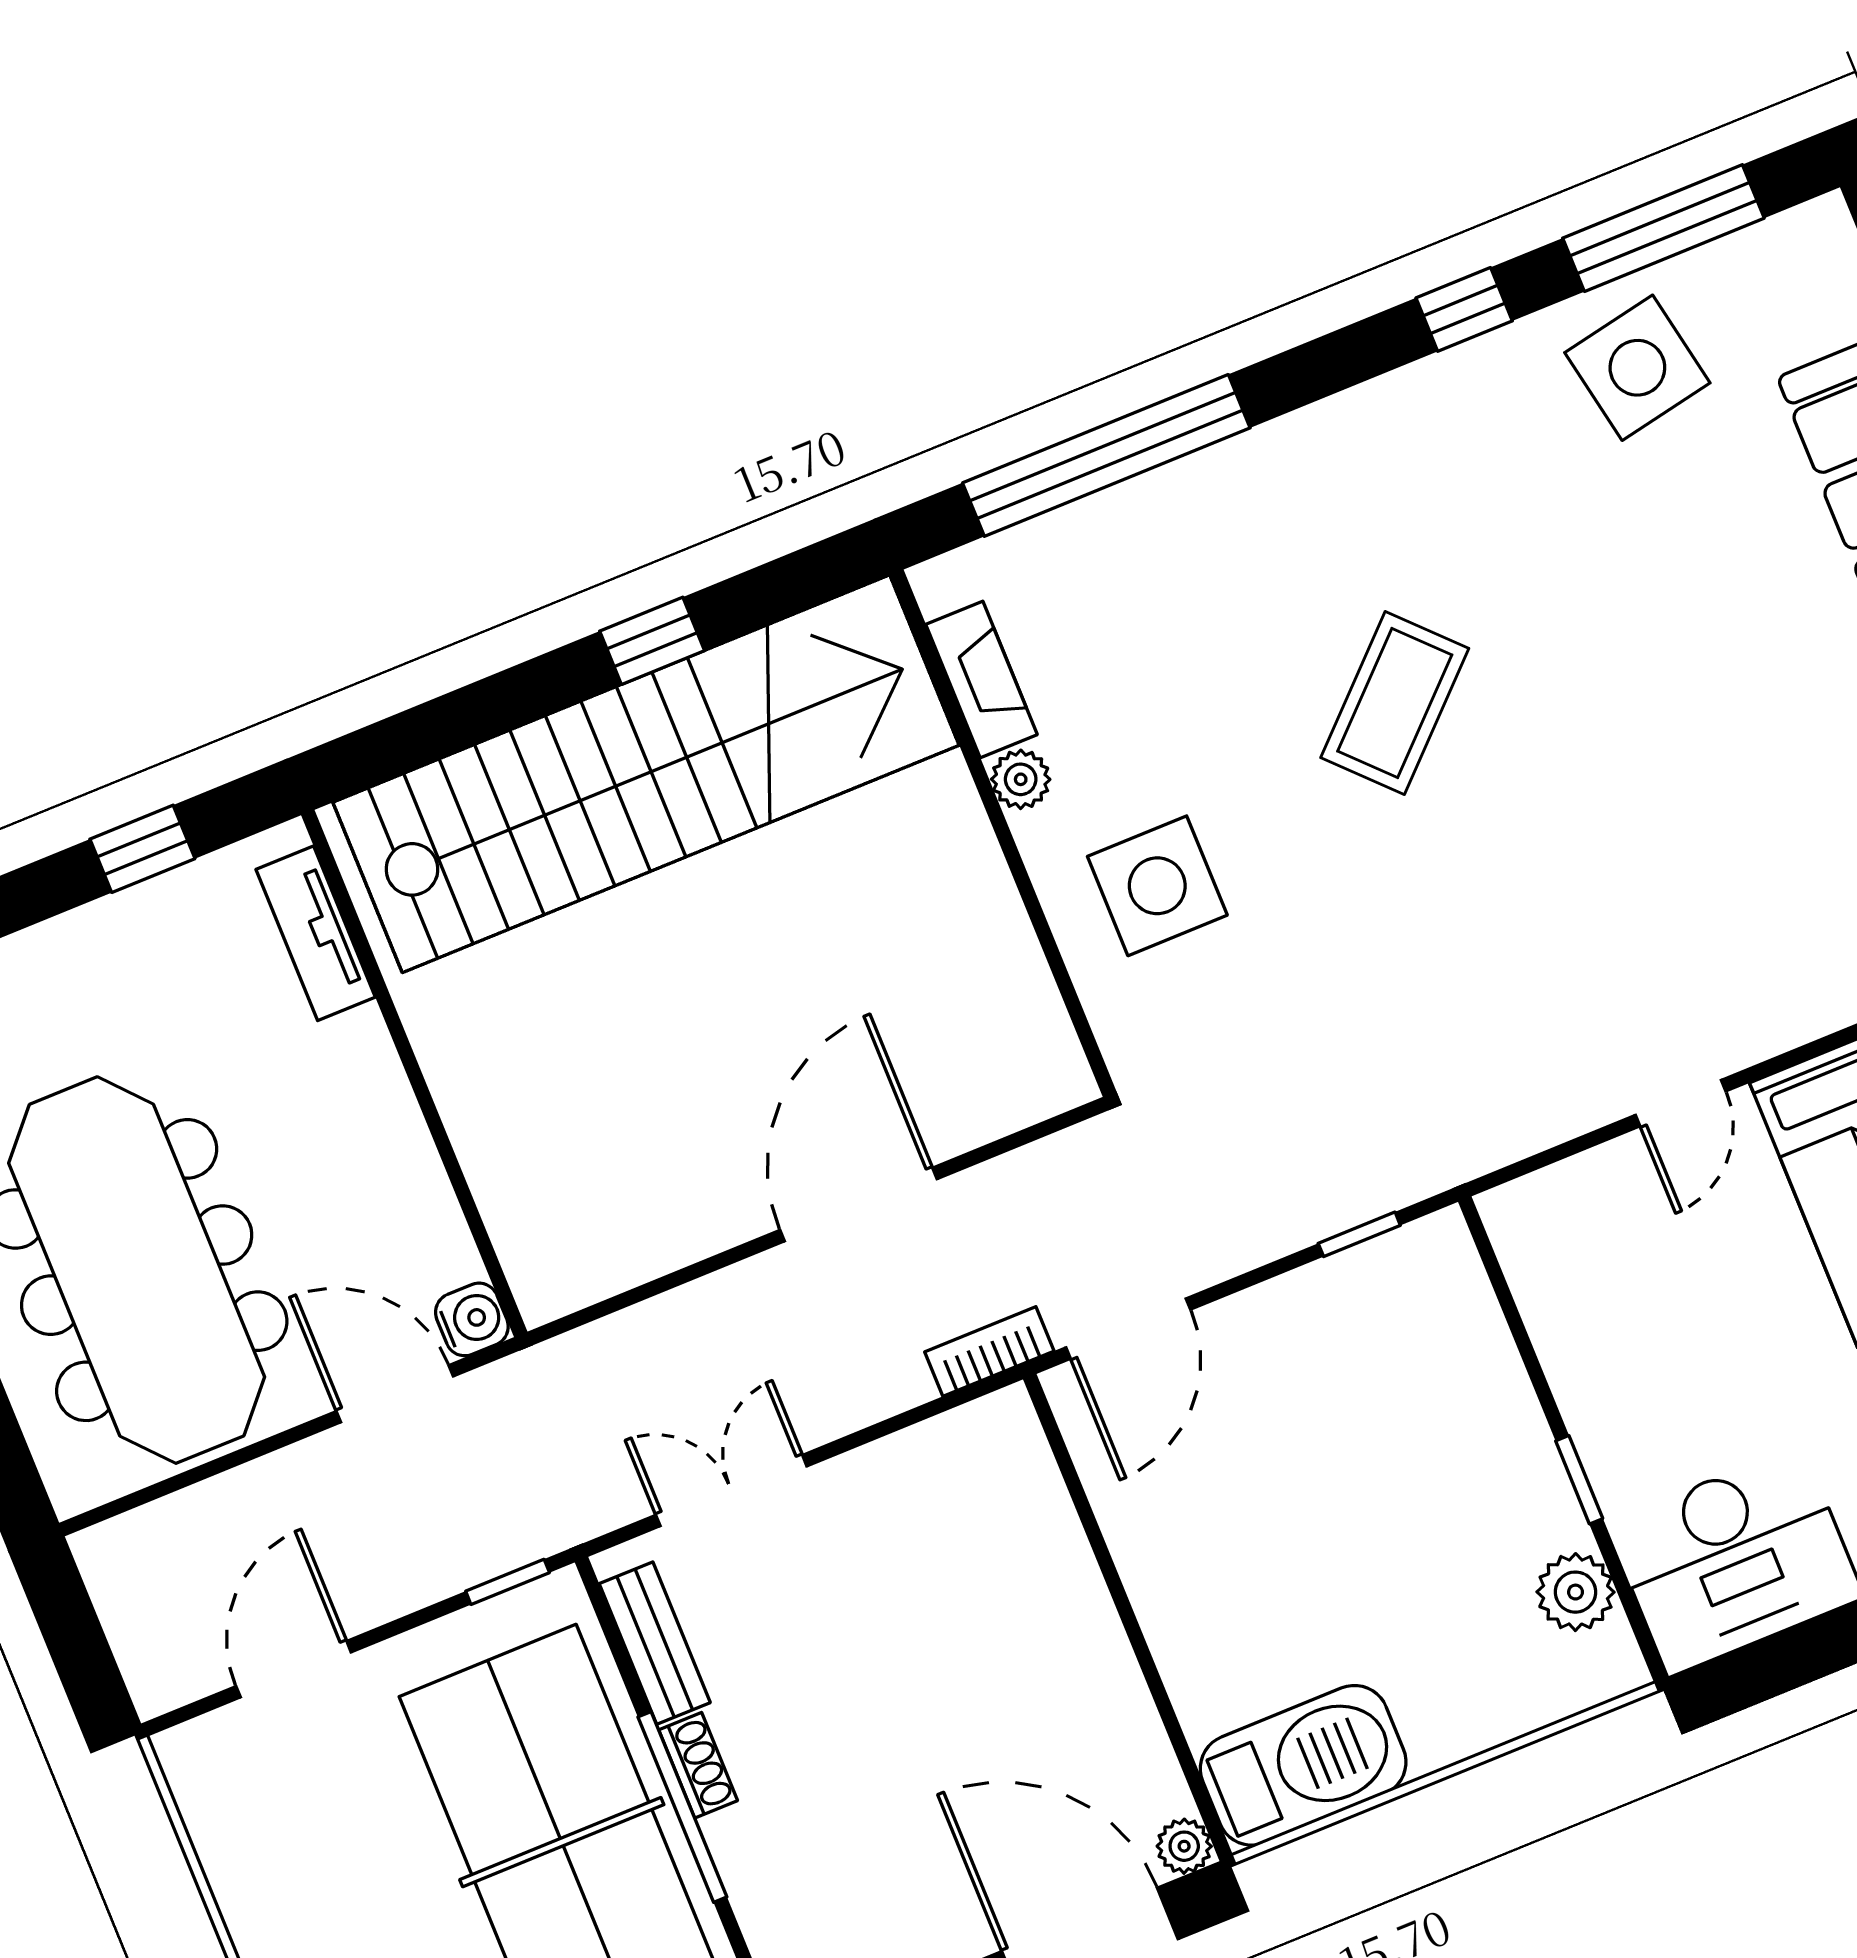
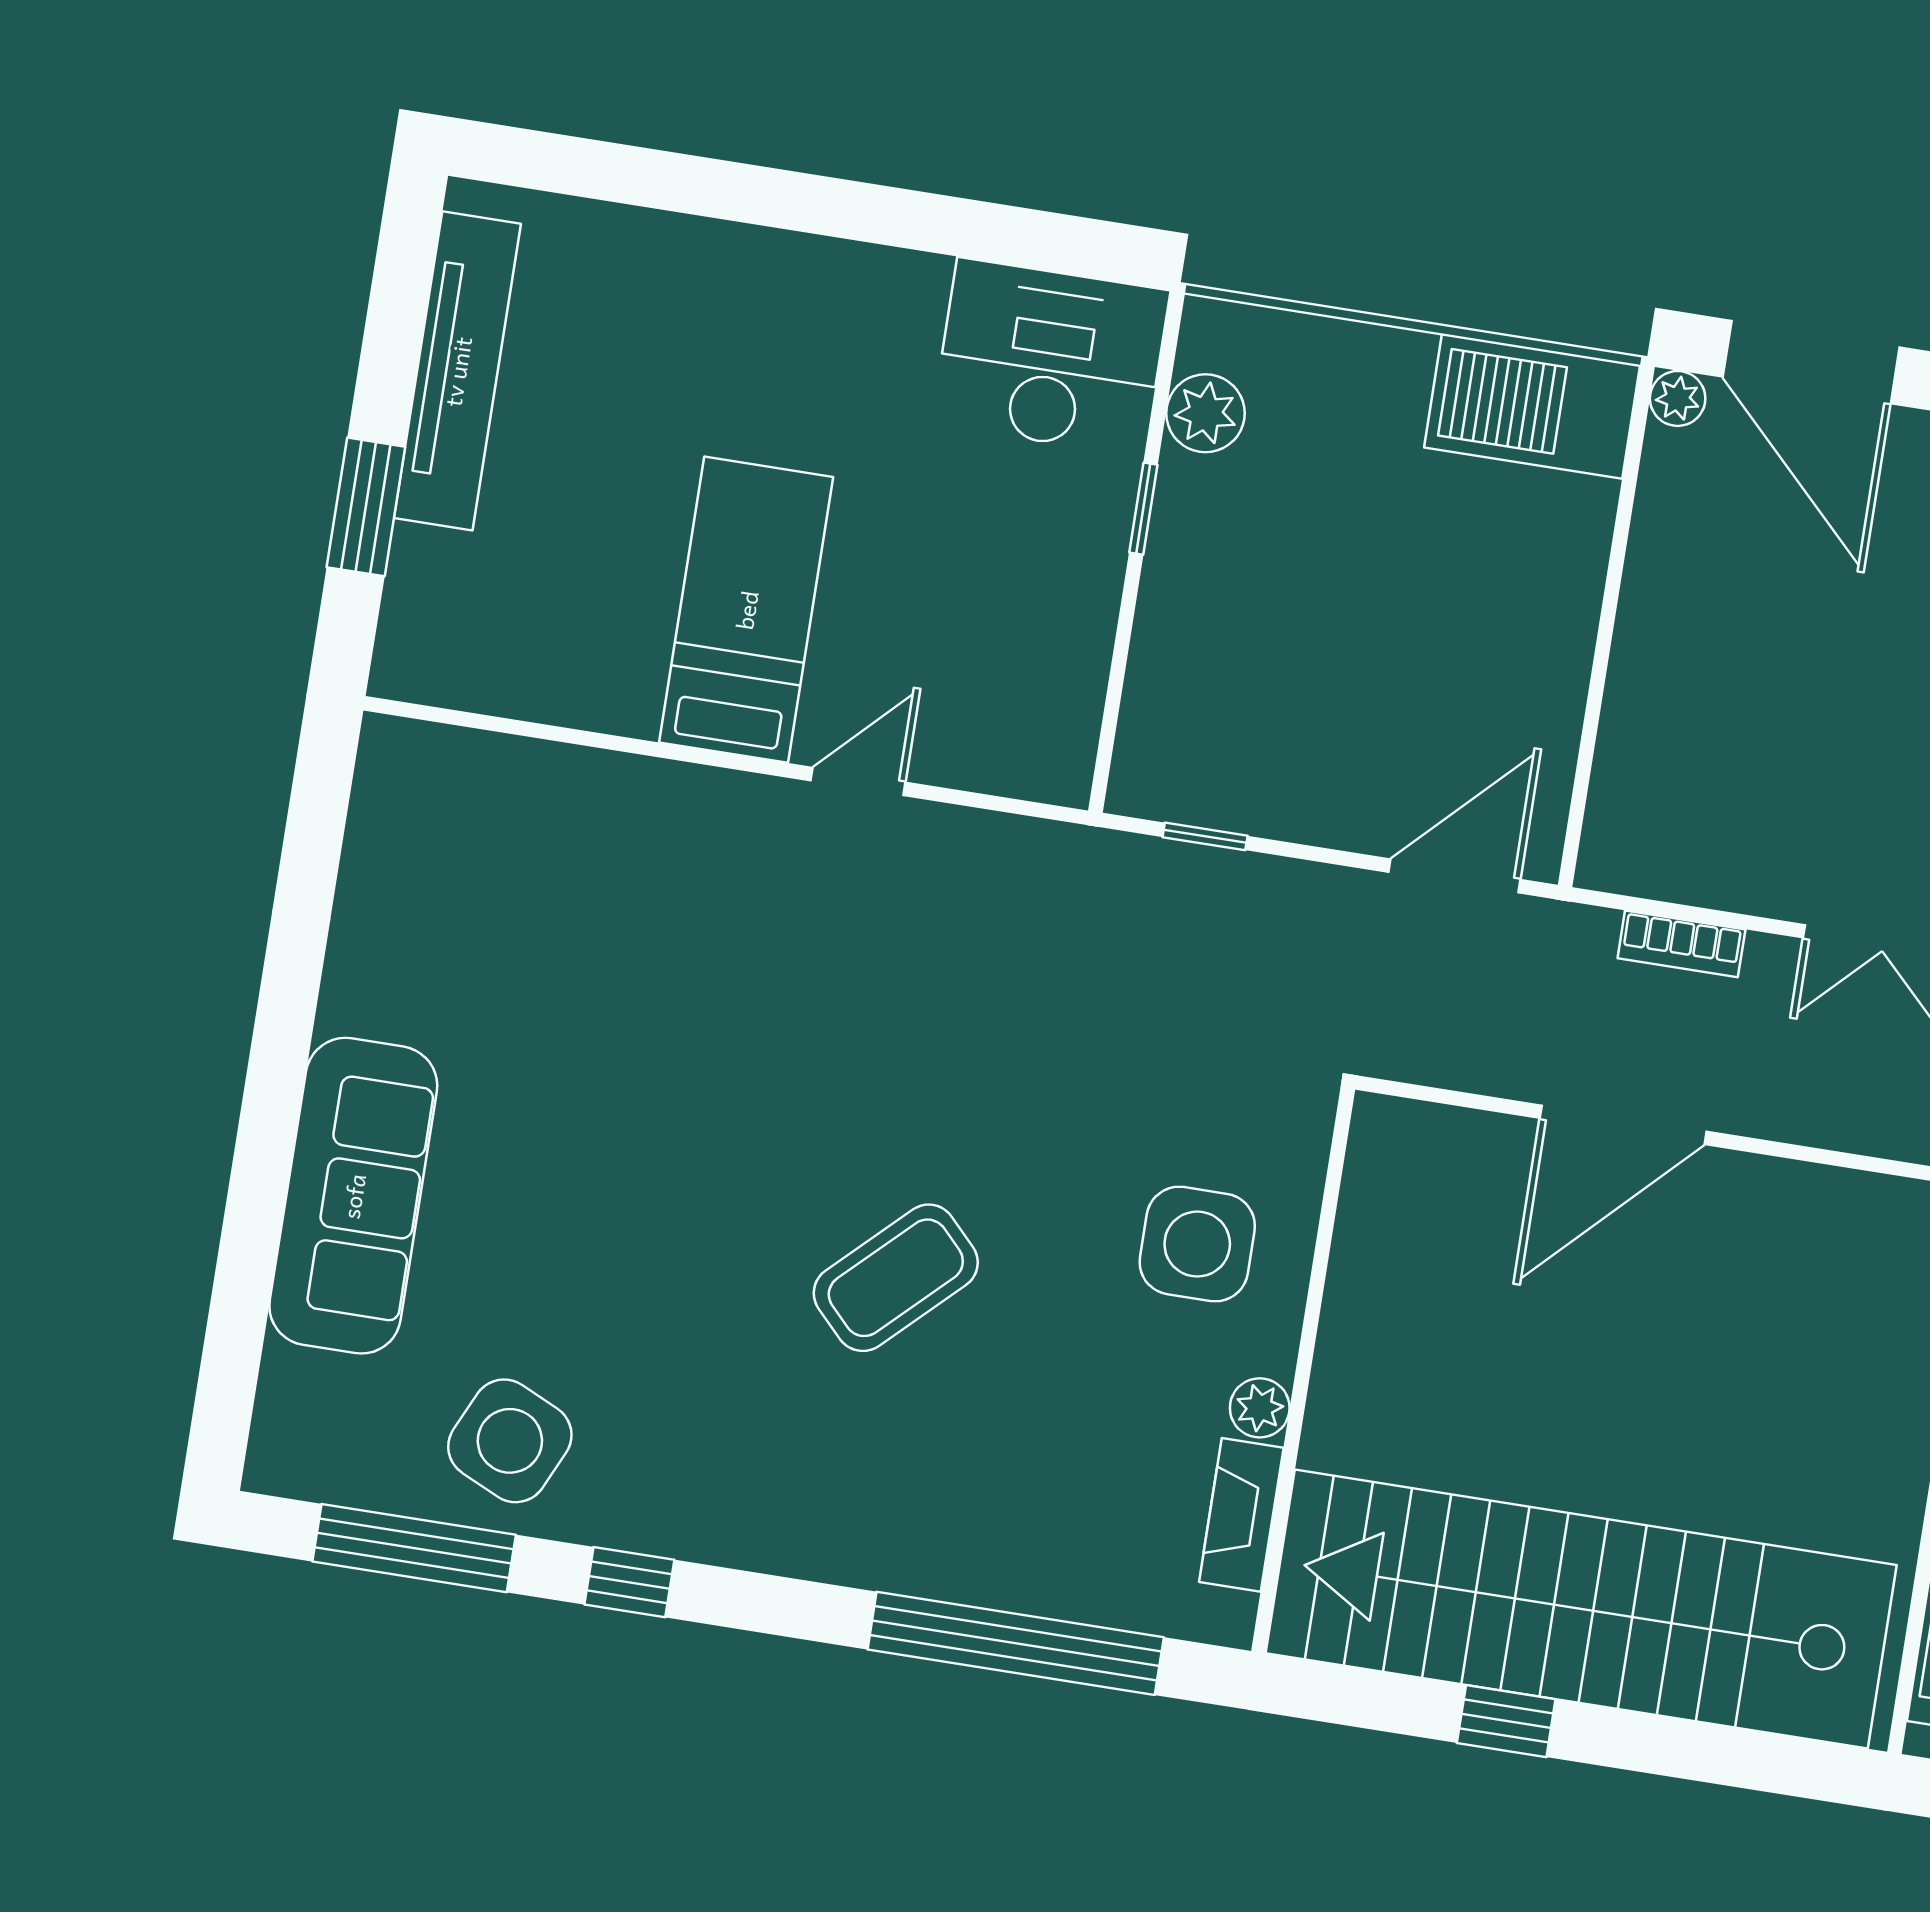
side table: (1637, 368) -> (510, 1441), turned 36
bookcase: (989, 1351) -> (1681, 944), moved

